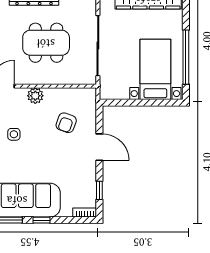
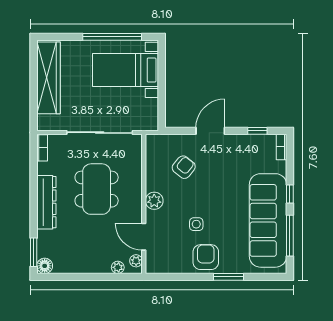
armchair: (66, 123) -> (184, 167), turned -71

